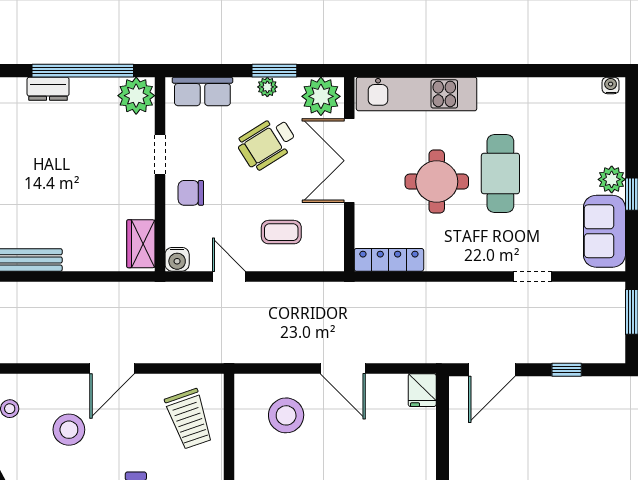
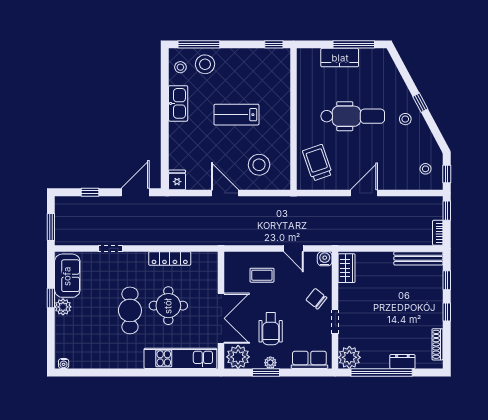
wheelchair: (267, 143) -> (271, 329), turned 122
chair: (191, 193) -> (316, 299), turned -141
locker: (389, 260) -> (170, 258), moved
stool: (69, 430) -> (390, 156), removed

